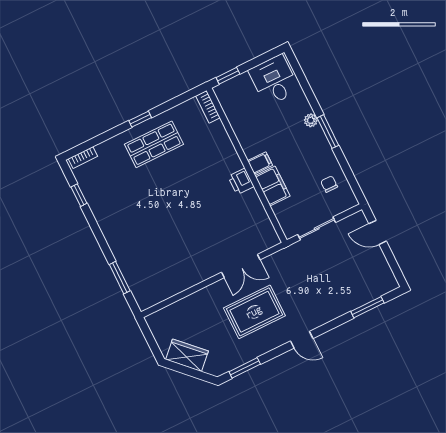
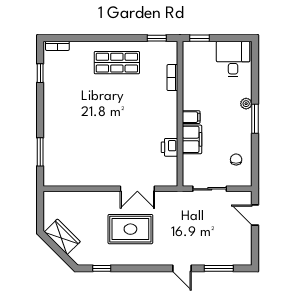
bookcase: (208, 107) -> (172, 78), moved
window: (140, 119) -> (157, 38), moved
printer: (241, 181) -> (169, 147), moved
door: (302, 340) -> (182, 268), moved
window: (245, 368) -> (102, 268), width x0.67

